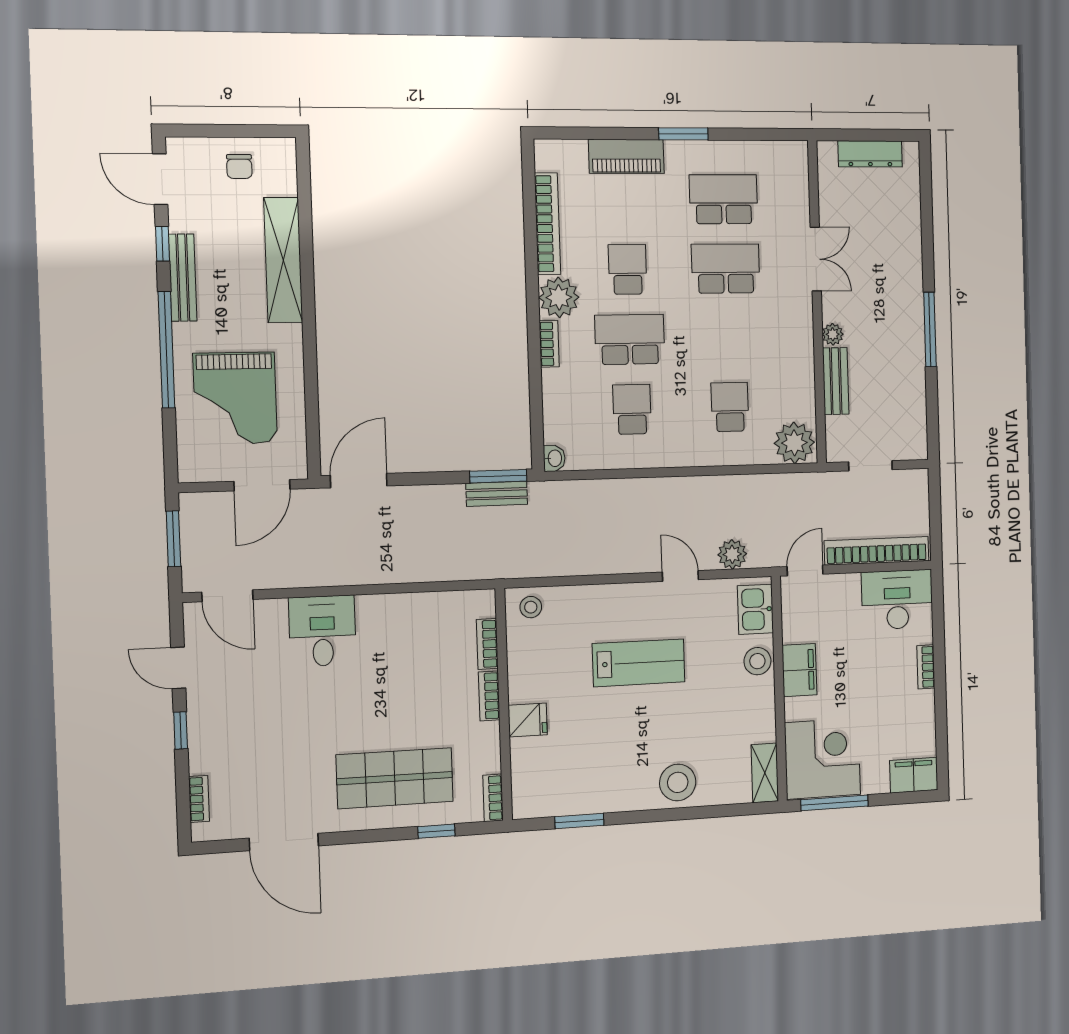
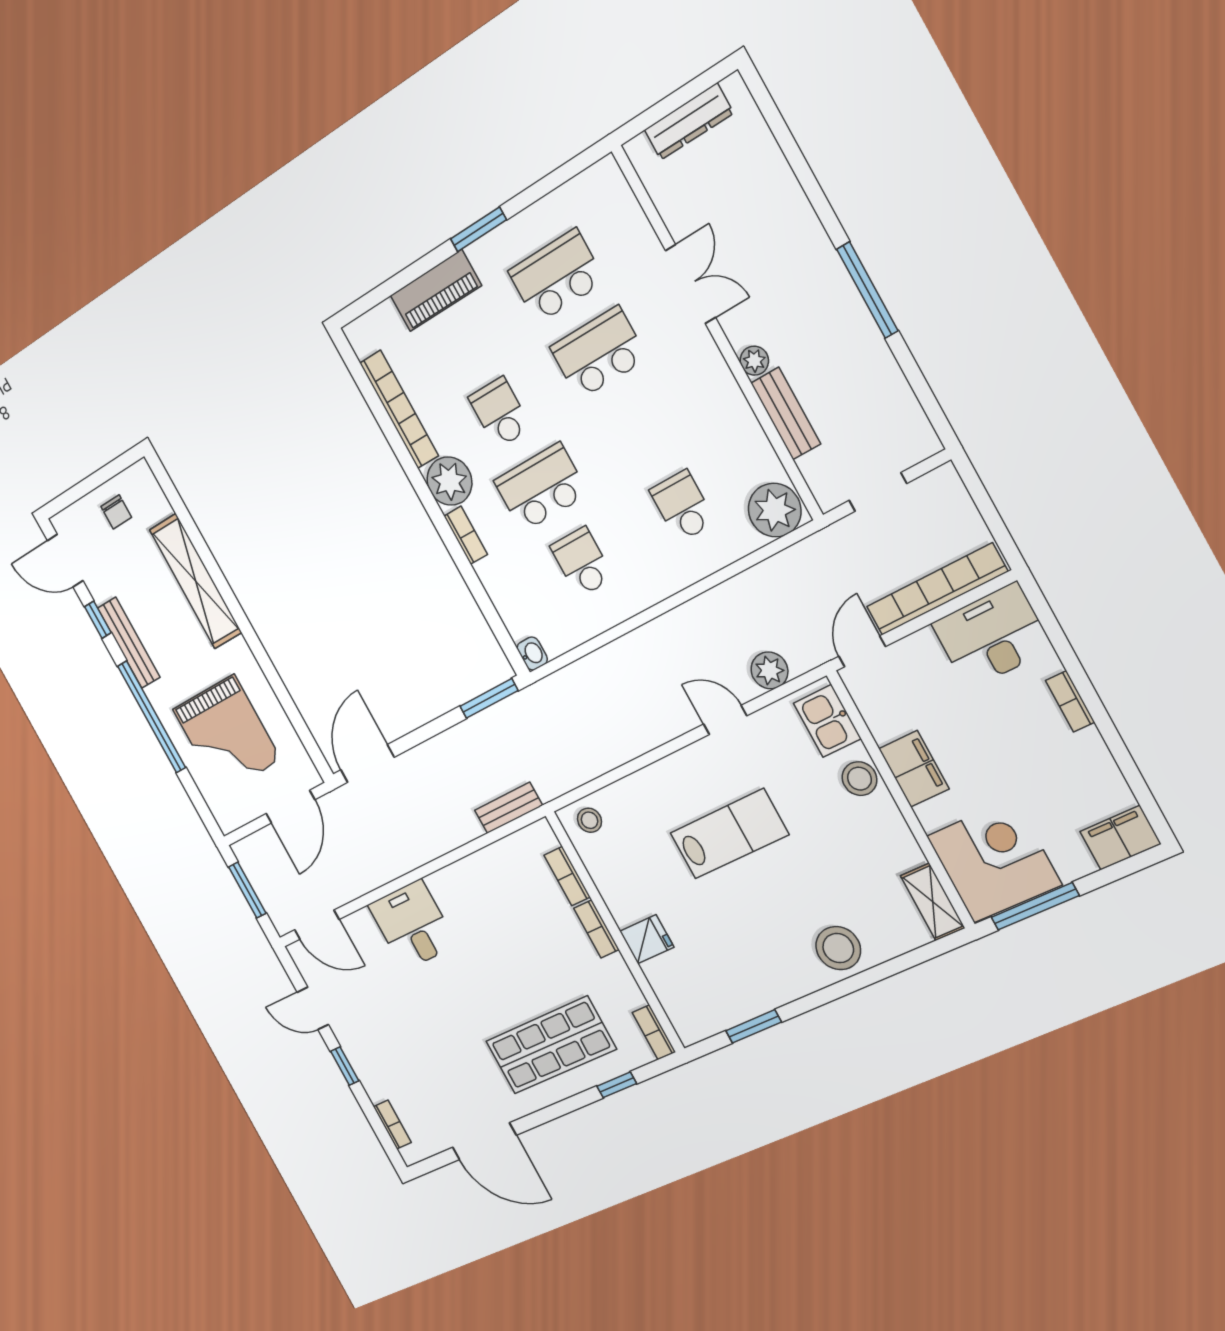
bench: (497, 494) -> (508, 808), moved

